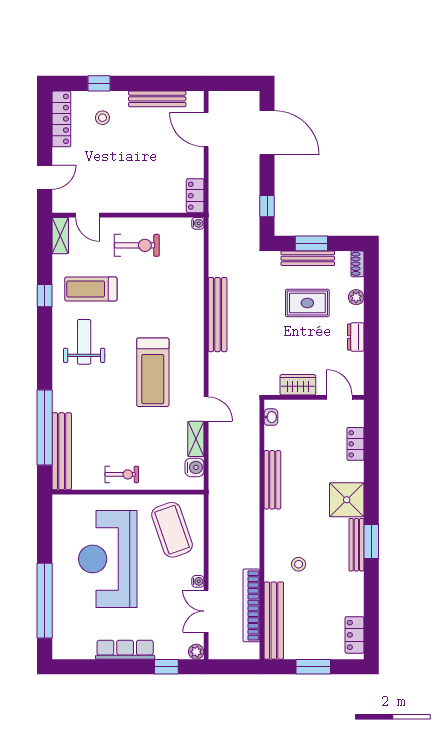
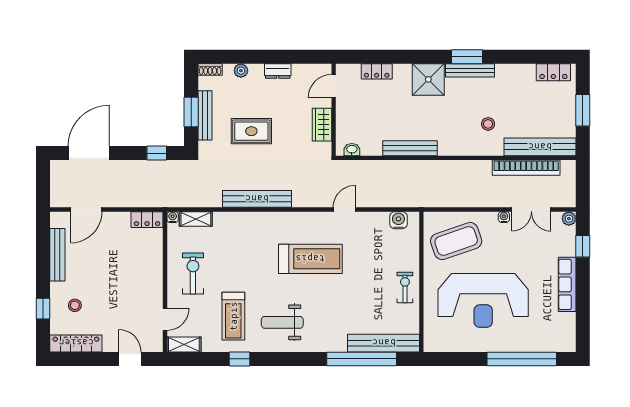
rug: (307, 303) -> (251, 131), moved, turned 90
shelving: (196, 439) -> (196, 219), moved

